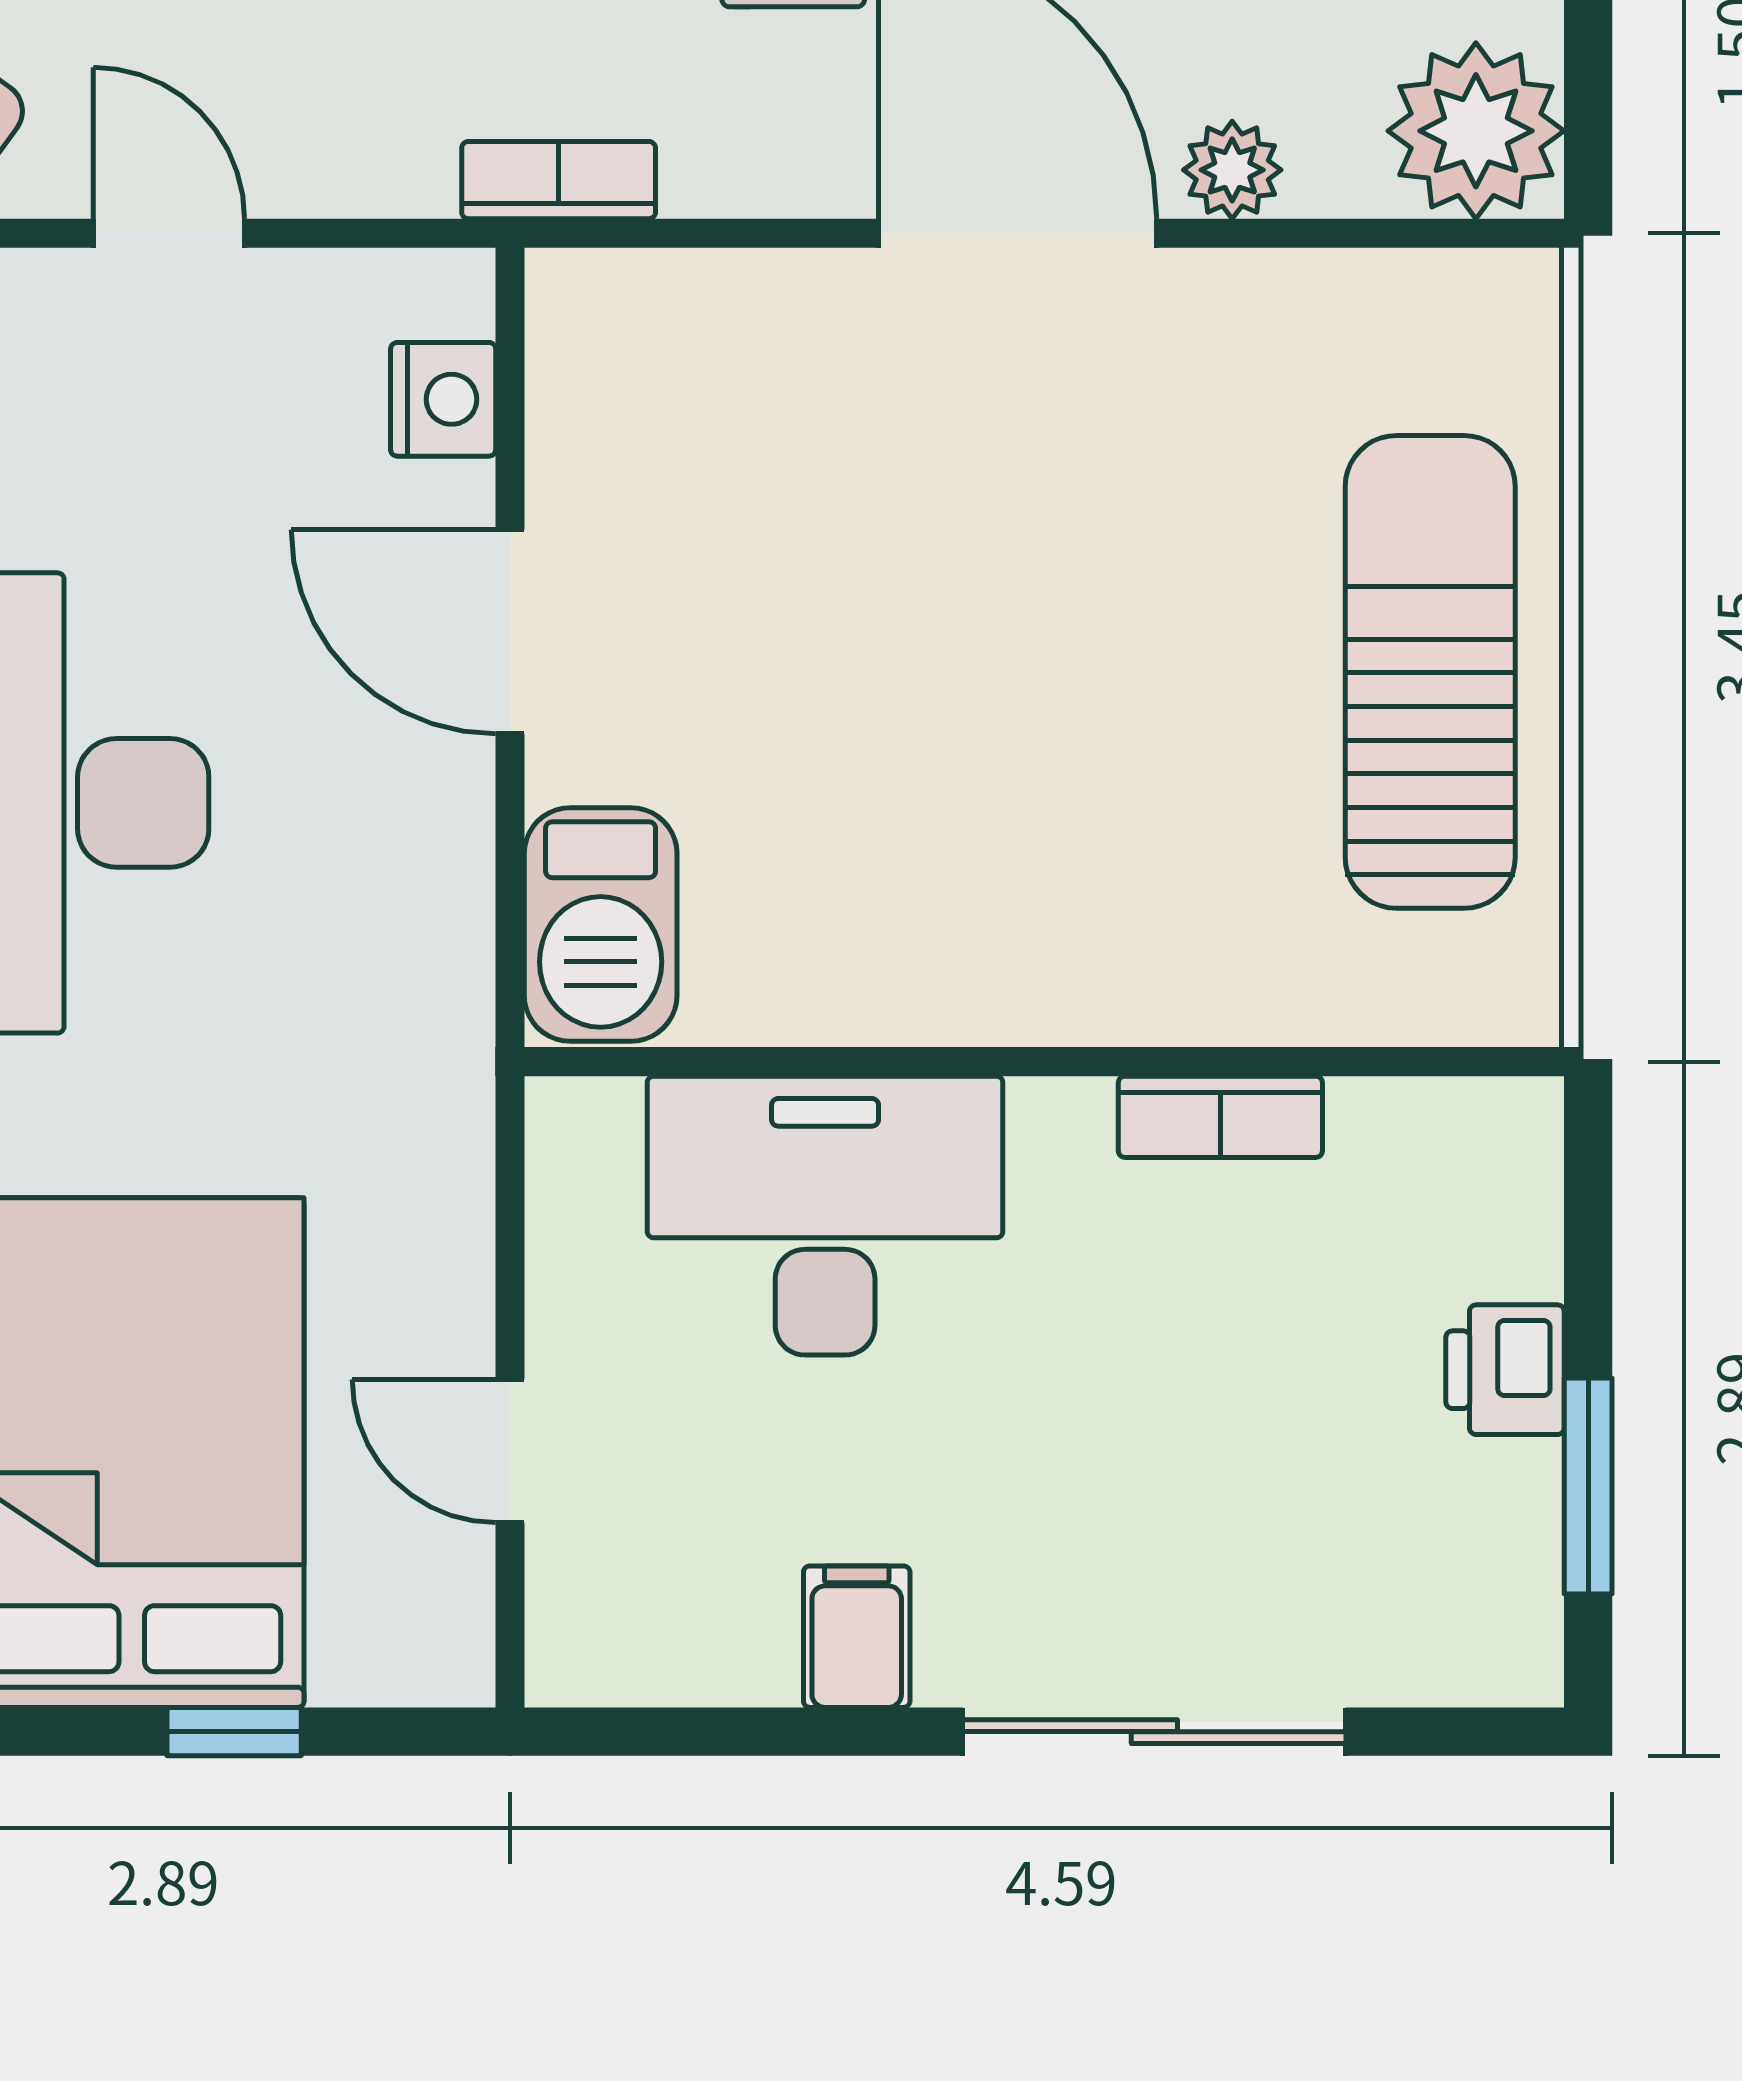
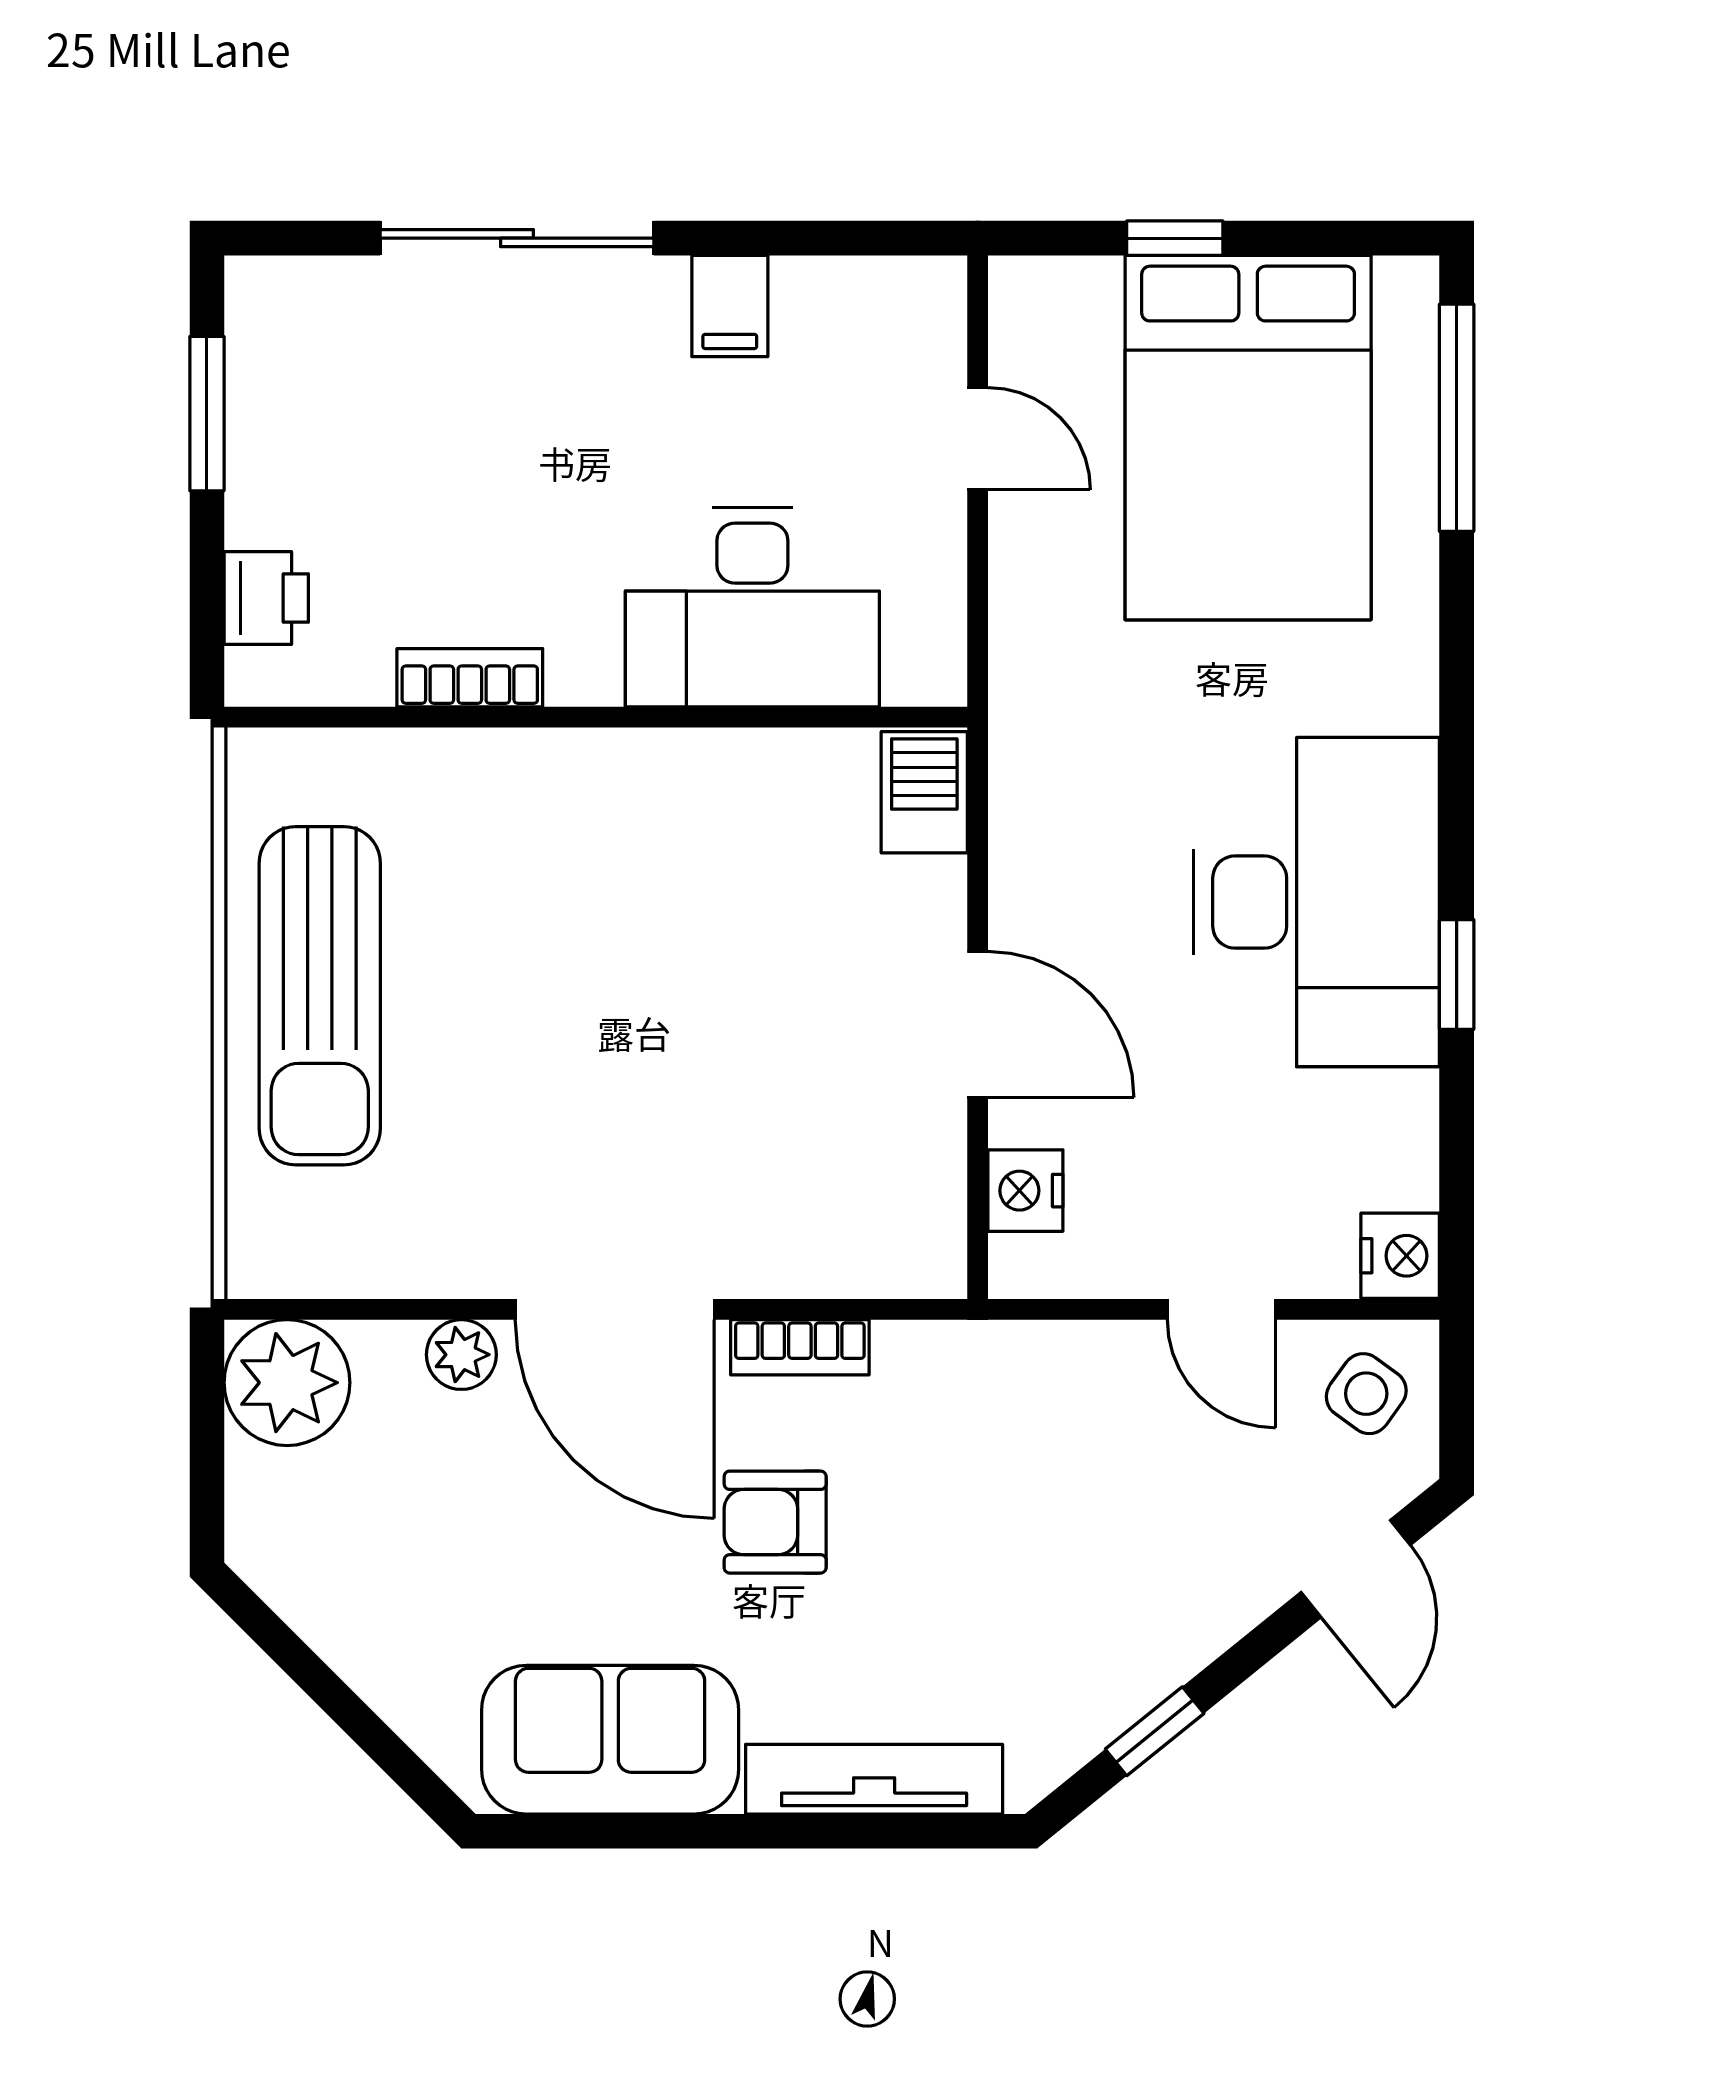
bookcase: (559, 180) -> (800, 1347), moved
barbecue: (601, 924) -> (924, 792), width x0.73, depth x0.79
printer: (1505, 1370) -> (266, 598), moved

